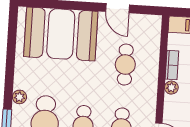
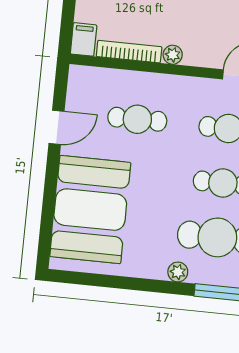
bookcase: (172, 65) -> (129, 52), width x1.56

